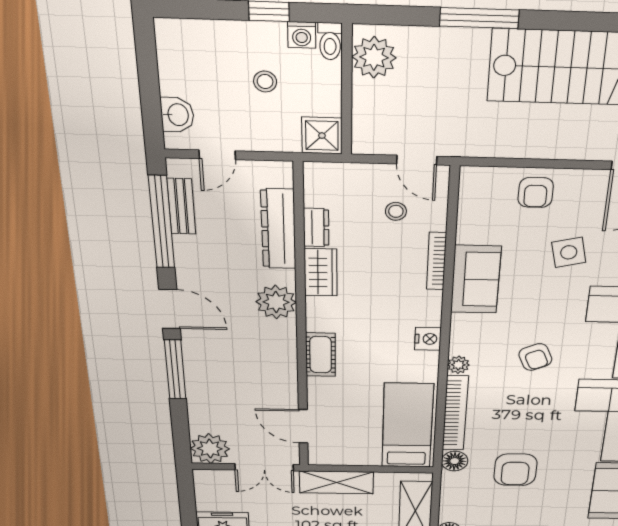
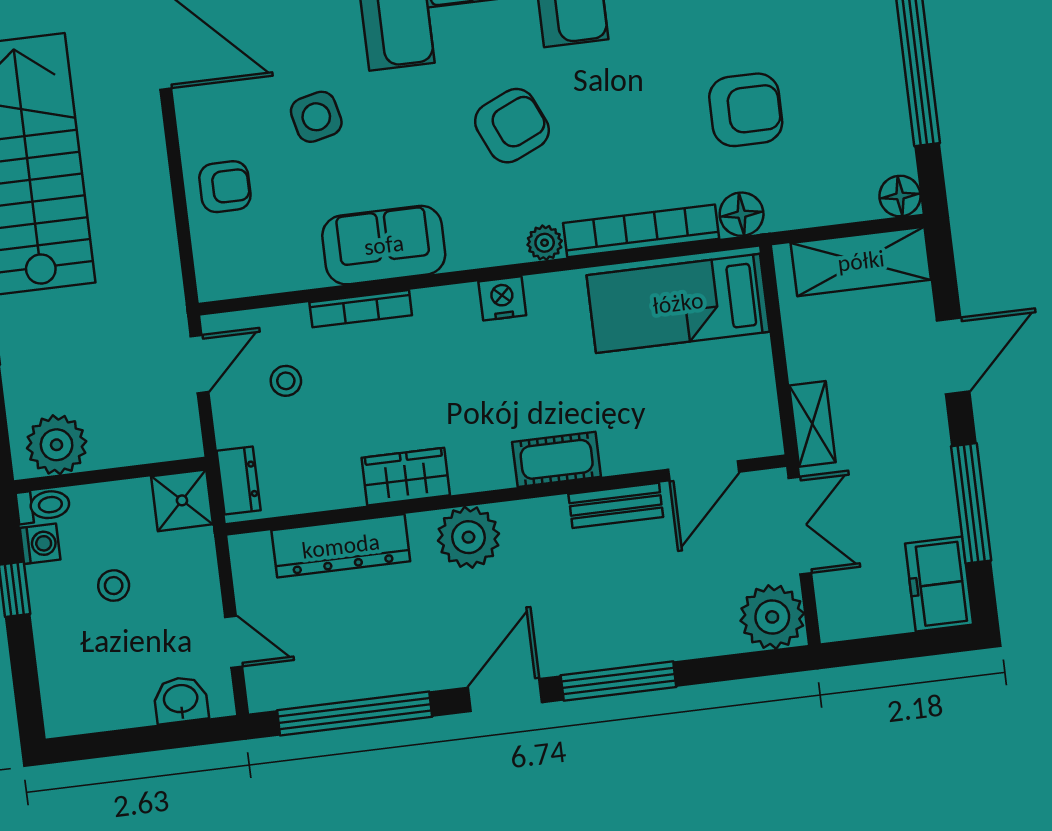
bench: (181, 206) -> (616, 505), moved
dresser: (316, 227) -> (239, 480), moved, turned 90
armchair: (535, 357) -> (512, 126), width x1.38, depth x1.38
shelving: (336, 482) -> (812, 424), width x0.67, depth x0.75

